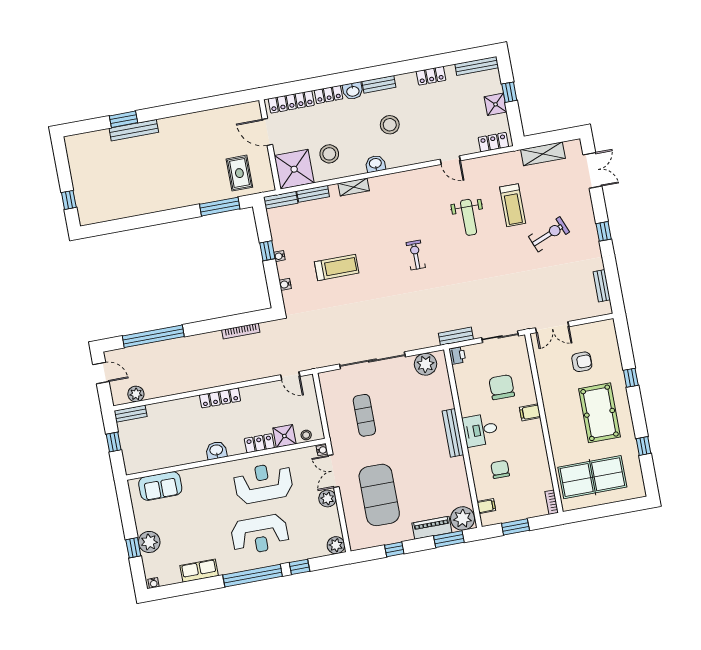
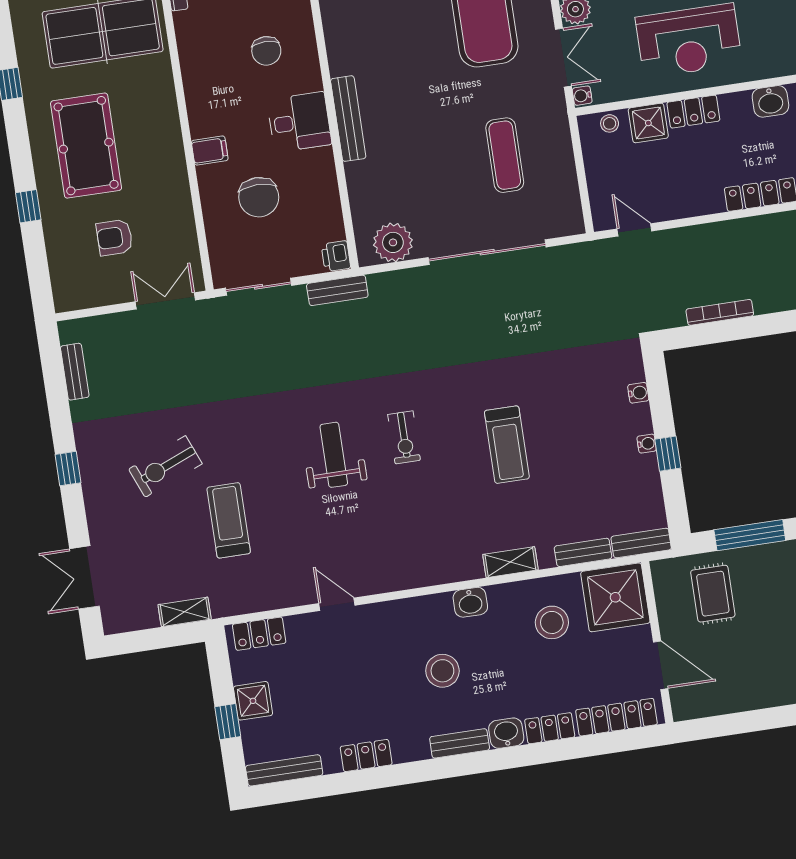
shelving: (543, 154) -> (185, 612), width x0.67, depth x0.75
weight bench: (469, 217) -> (334, 455), moved
treadmill: (337, 267) -> (507, 445), moved, turned -90

